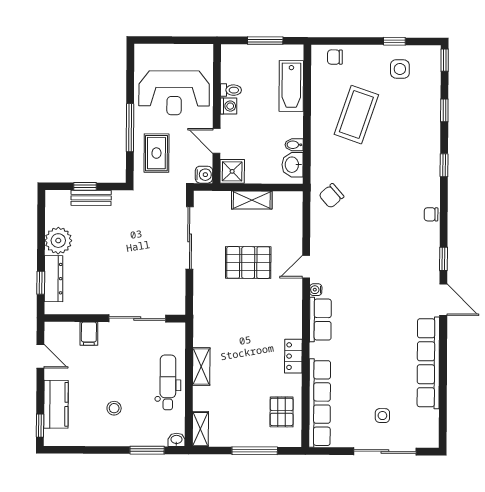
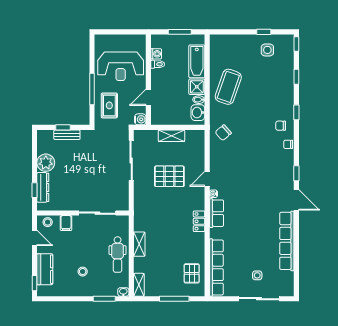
chair: (335, 57) -> (281, 126), moved
washing machine: (229, 106) -> (156, 54), moved
coffee table: (356, 115) -> (228, 87), moved
door: (216, 141) -> (148, 97), hinge flipped
shower: (232, 171) -> (197, 87), moved
stool: (61, 332) -> (48, 222), added
locker: (293, 356) -> (199, 221), moved
dental chair: (168, 382) -> (118, 255), turned 180

